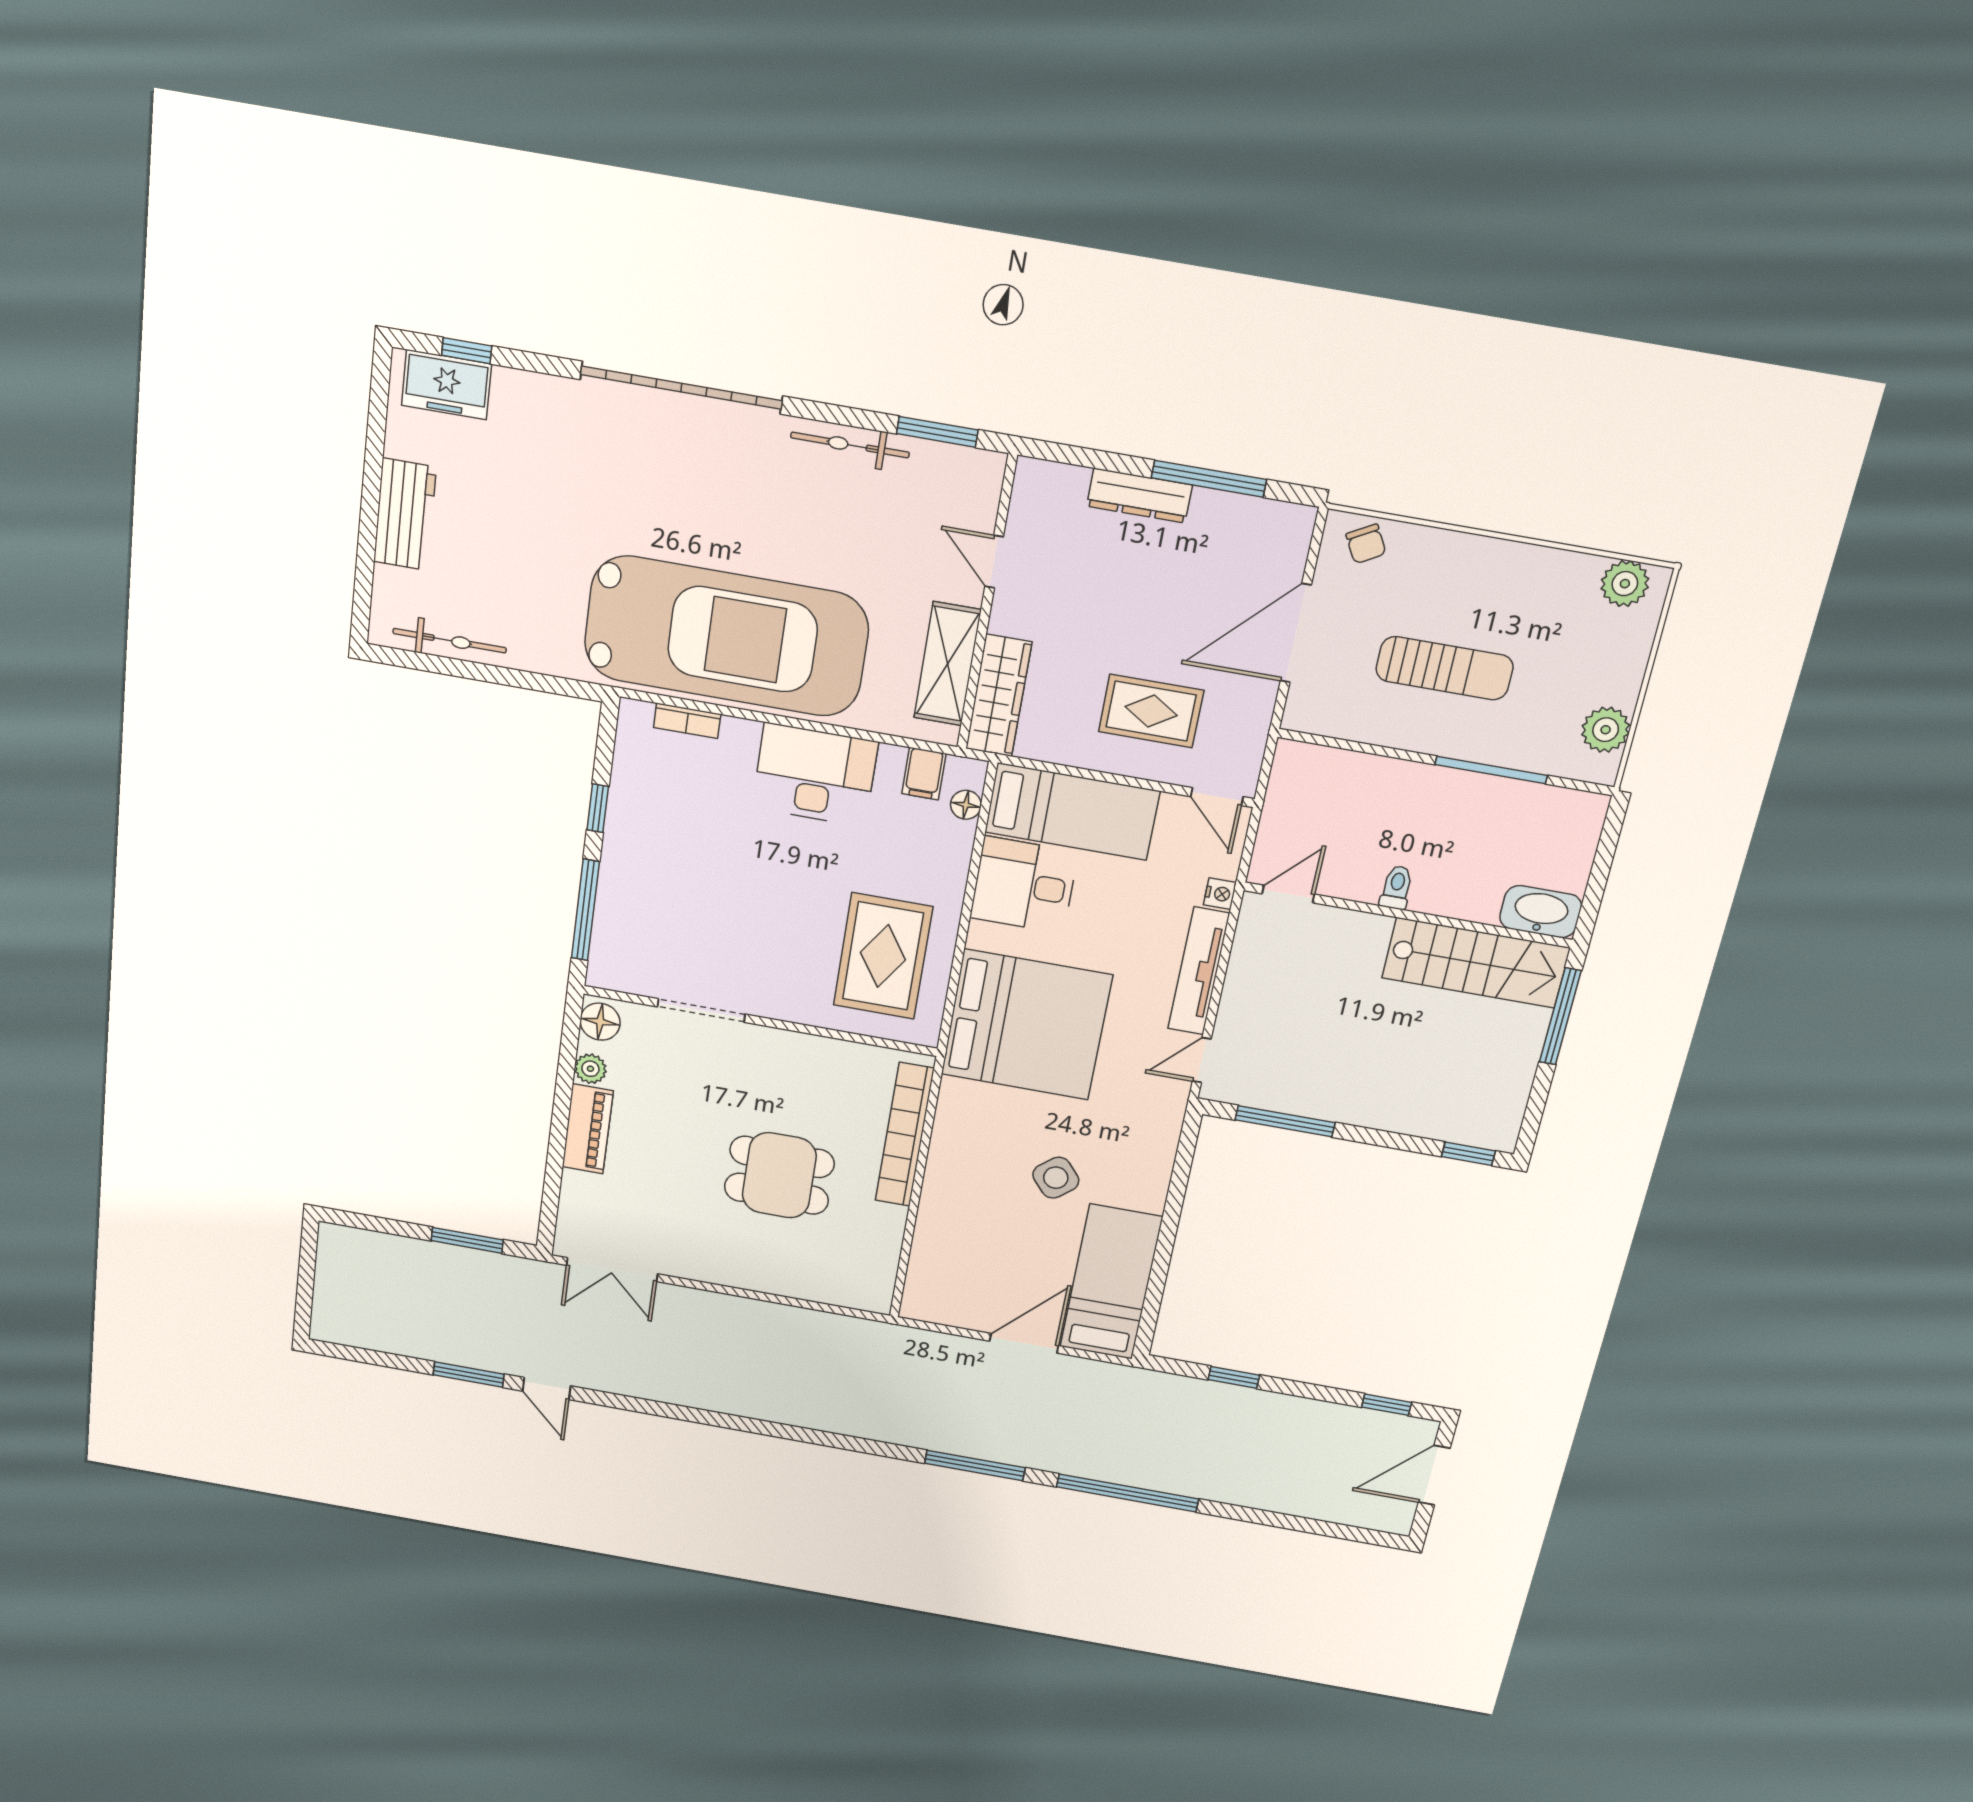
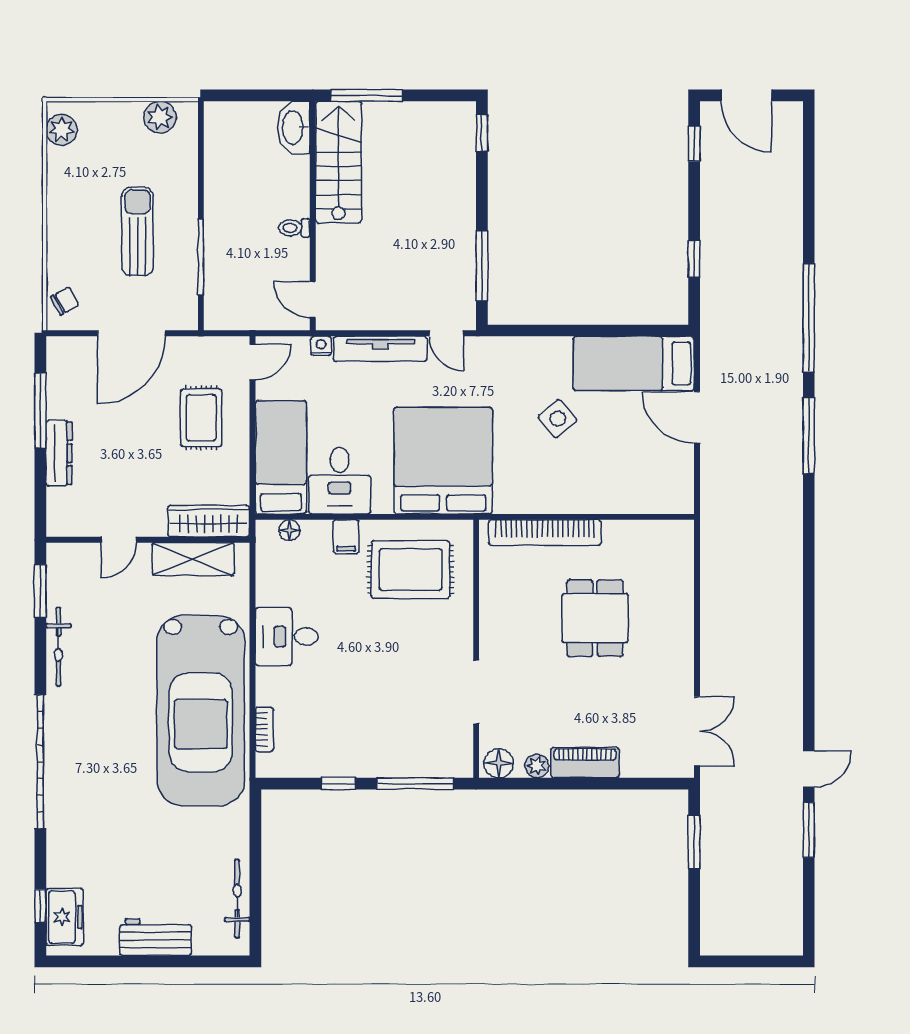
door: (1296, 633) -> (131, 333), hinge flipped
car: (726, 636) -> (201, 711), turned 180
window: (1491, 770) -> (201, 257), moved
filing cabinet: (924, 774) -> (346, 537), moved, turned 90
desk: (815, 775) -> (287, 637), width x0.73

